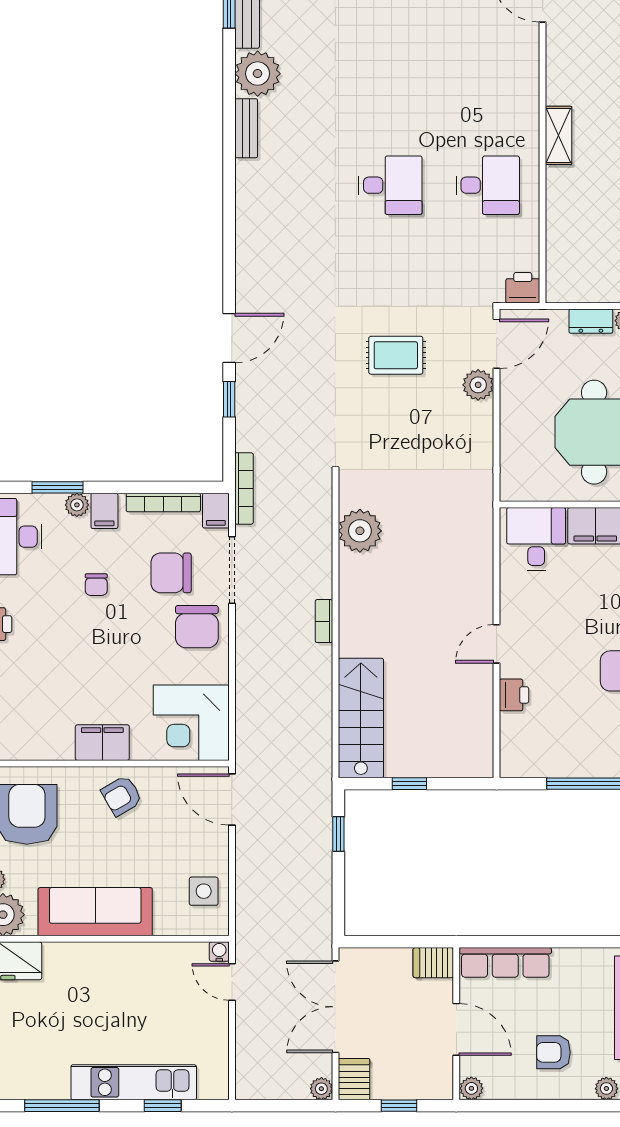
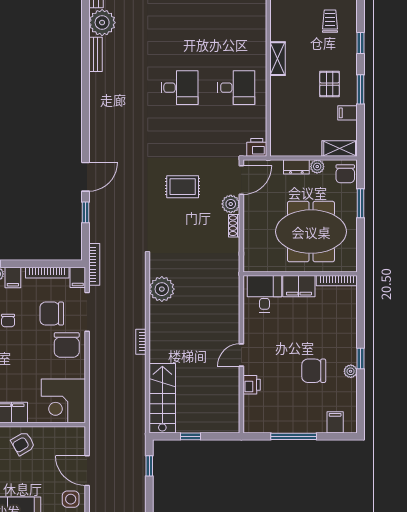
shoe rack: (484, 422) -> (234, 226), added
door: (232, 799) -> (87, 471), moved

